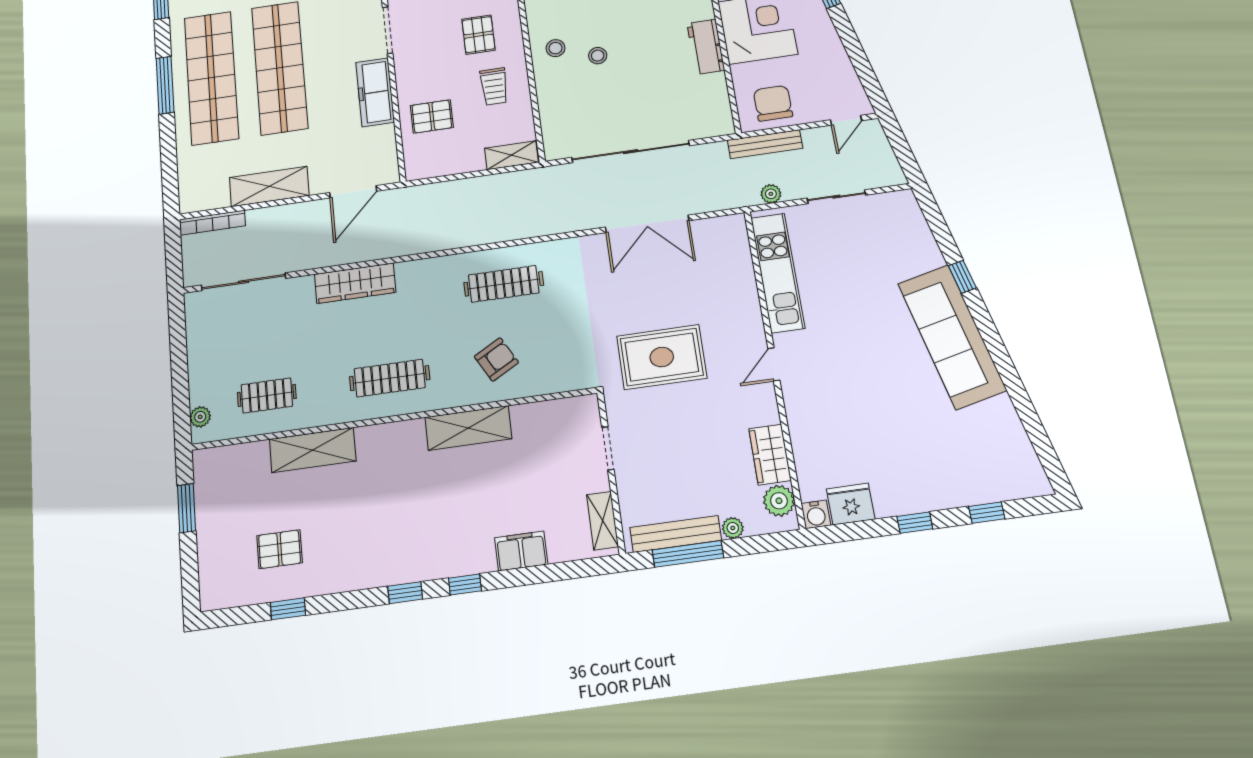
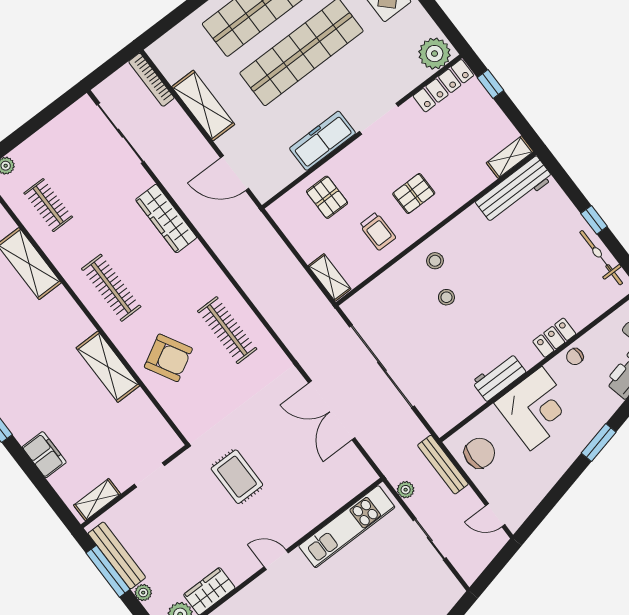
trolley: (494, 86) -> (378, 231), turned -90
rug: (662, 357) -> (237, 477), width x0.73, depth x0.70
armchair: (496, 359) -> (168, 358), width x1.38, depth x1.38

